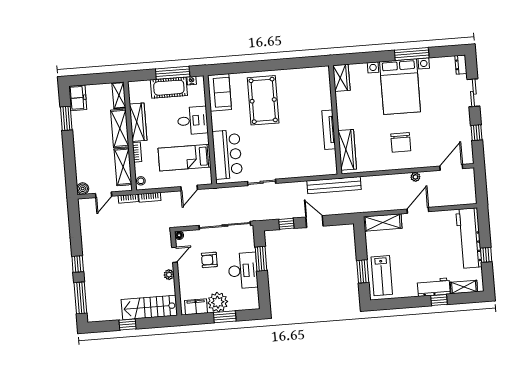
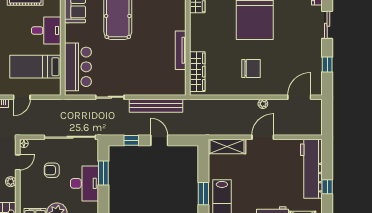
chair: (401, 142) -> (251, 68), turned -90
bench: (334, 185) -> (156, 106), moved
door: (189, 188) -> (22, 97), moved

